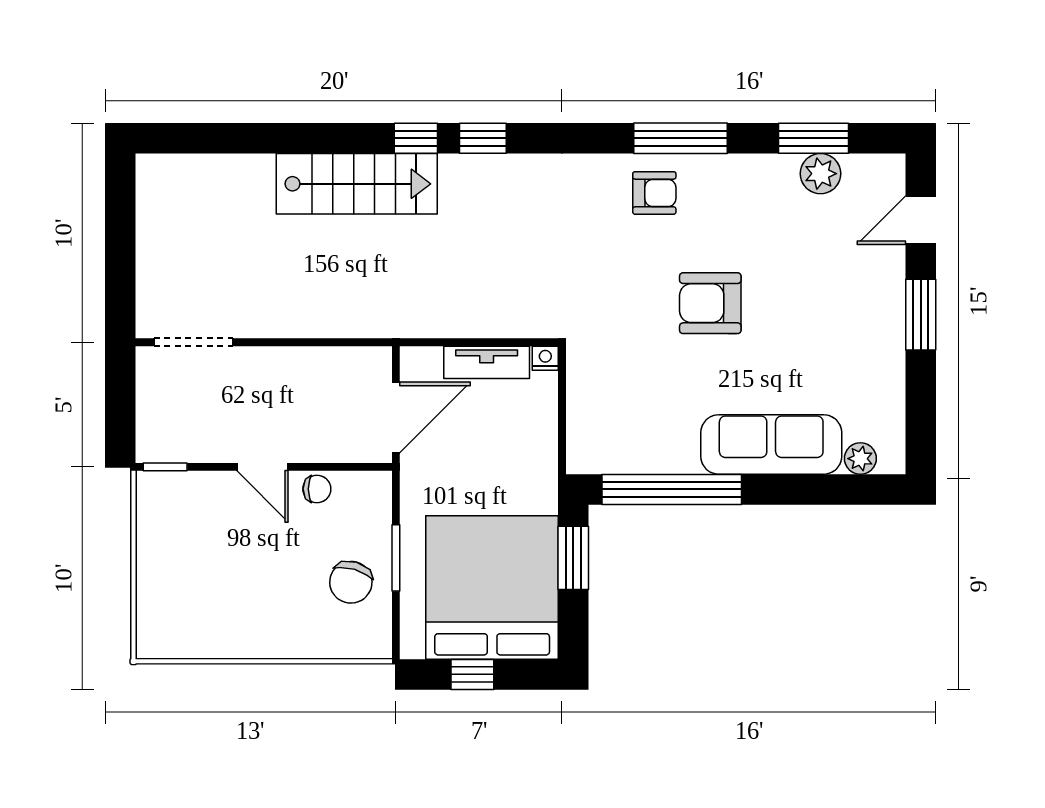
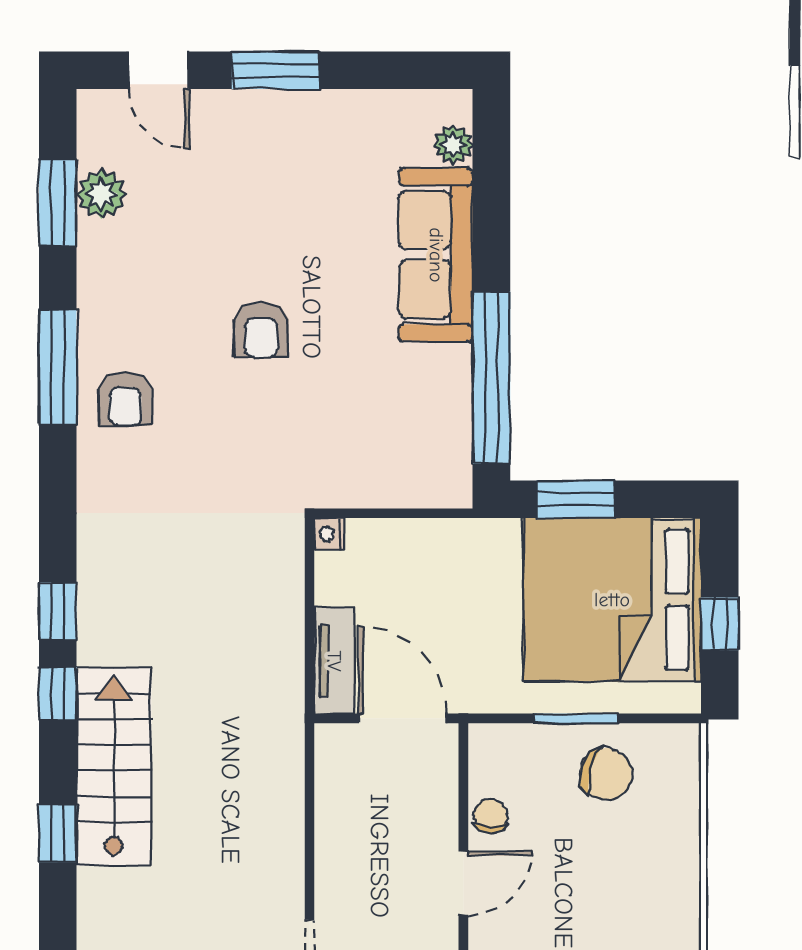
window: (303, 138) -> (58, 833), added
armchair: (654, 193) -> (125, 399), turned 180
armchair: (710, 303) -> (261, 330), width x0.72, depth x0.72
tv unit: (487, 362) -> (334, 661), moved

